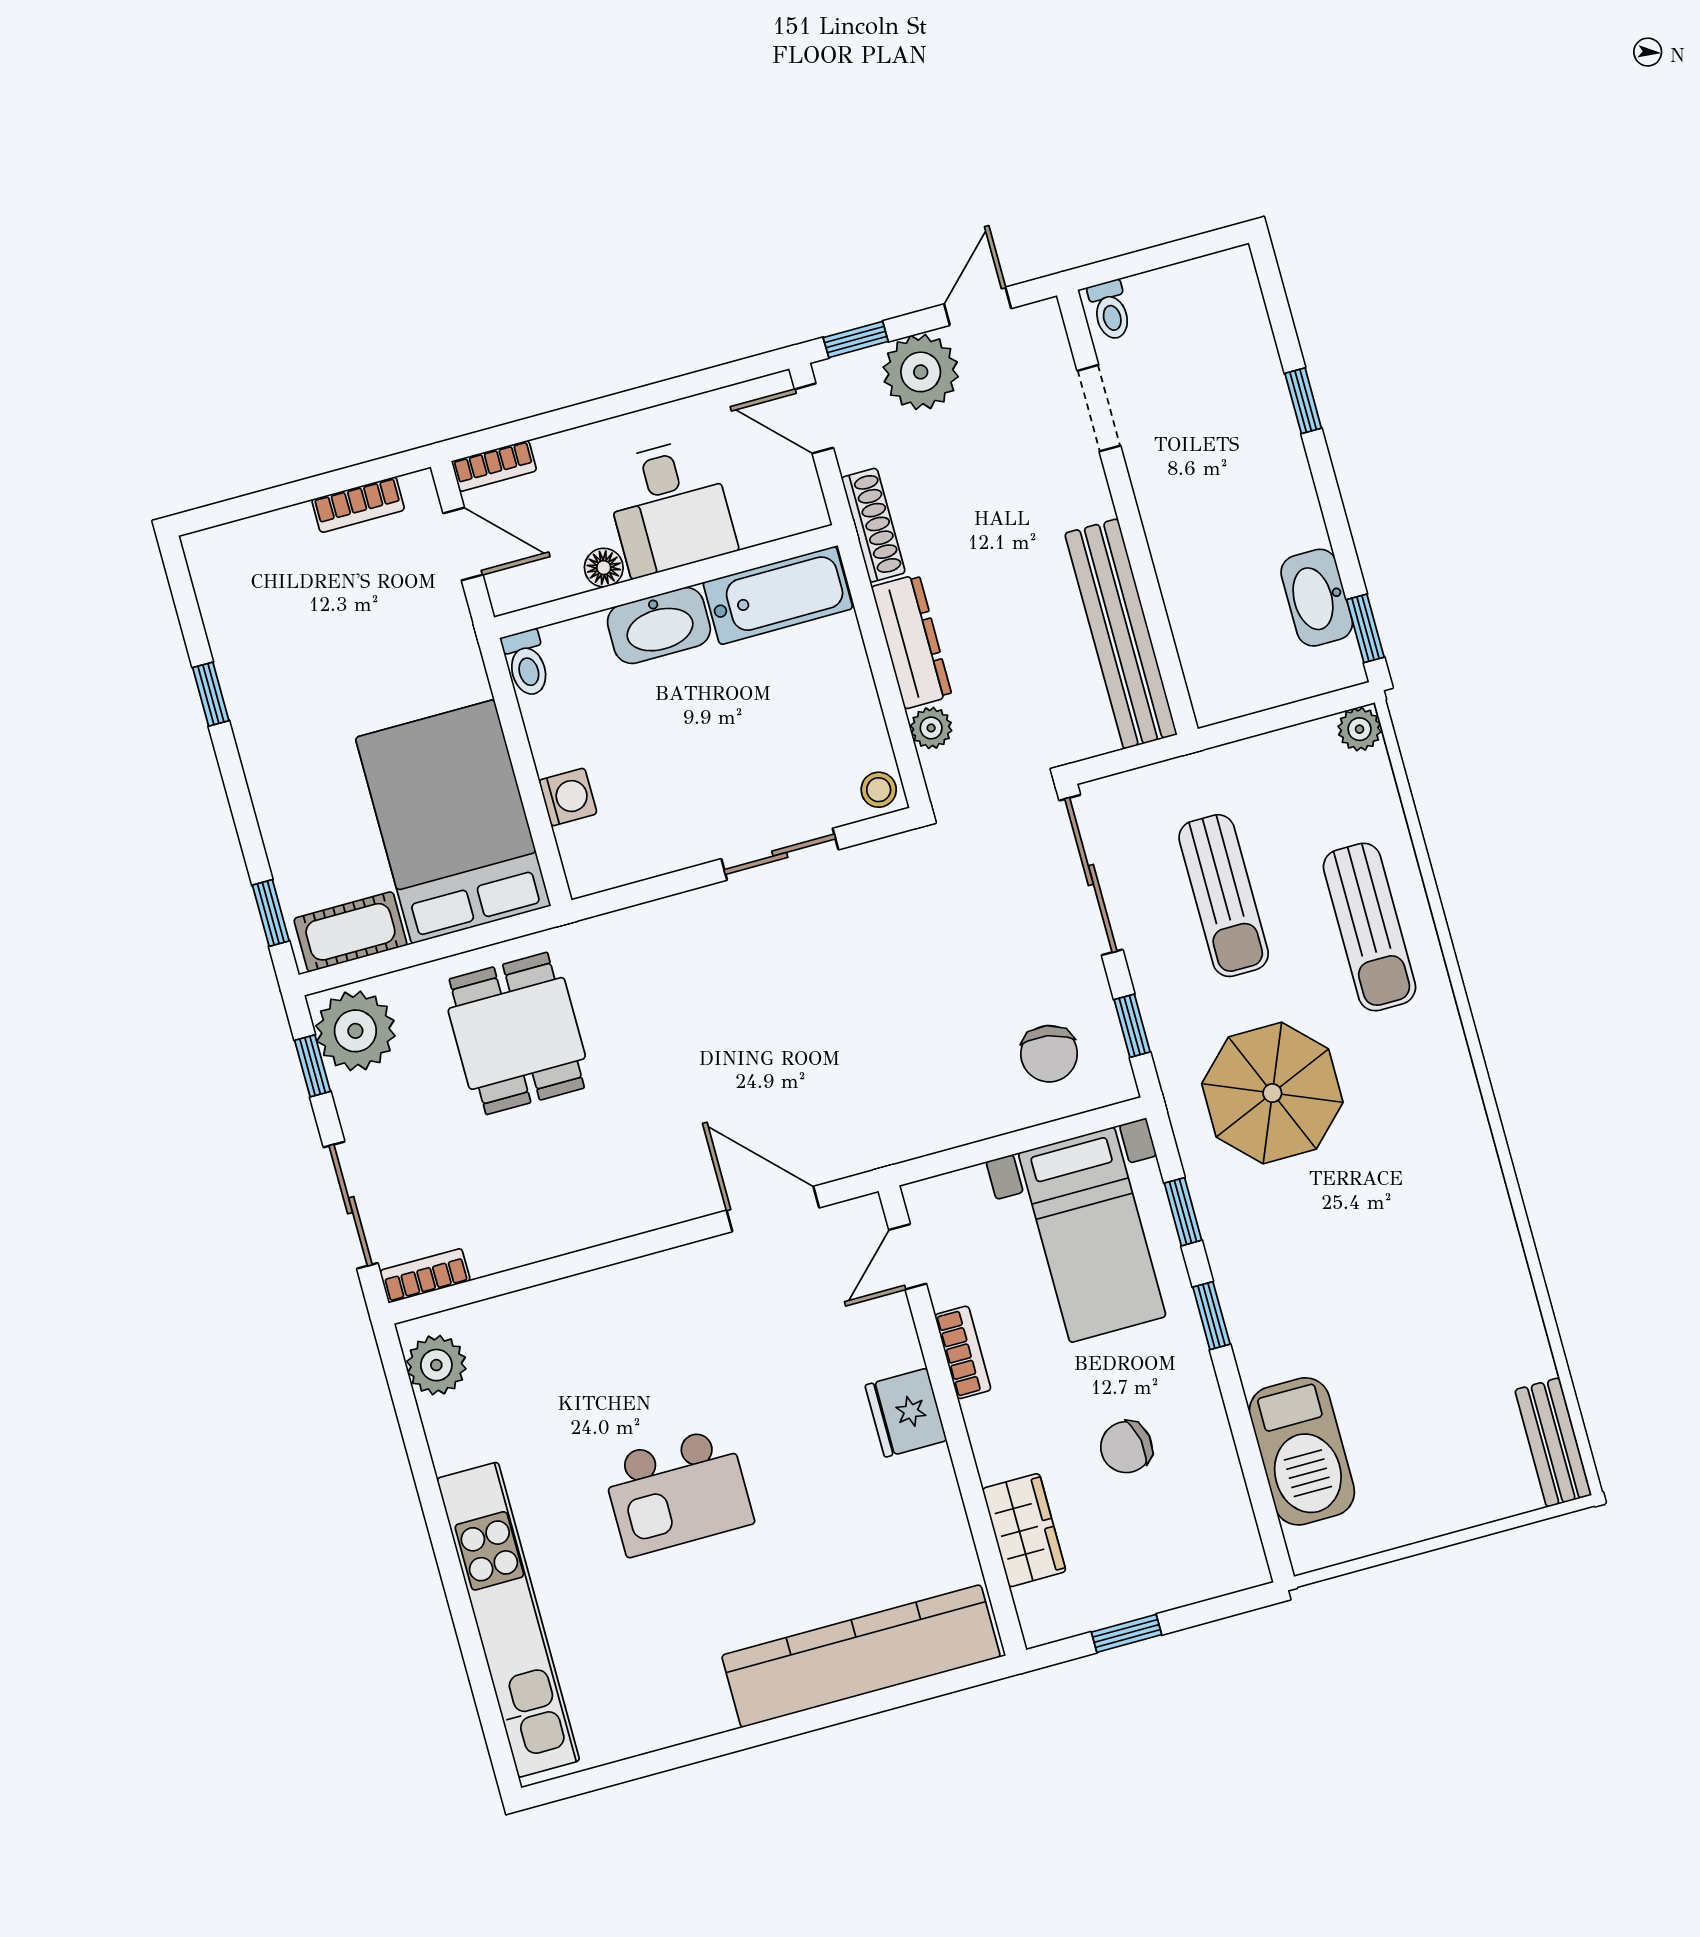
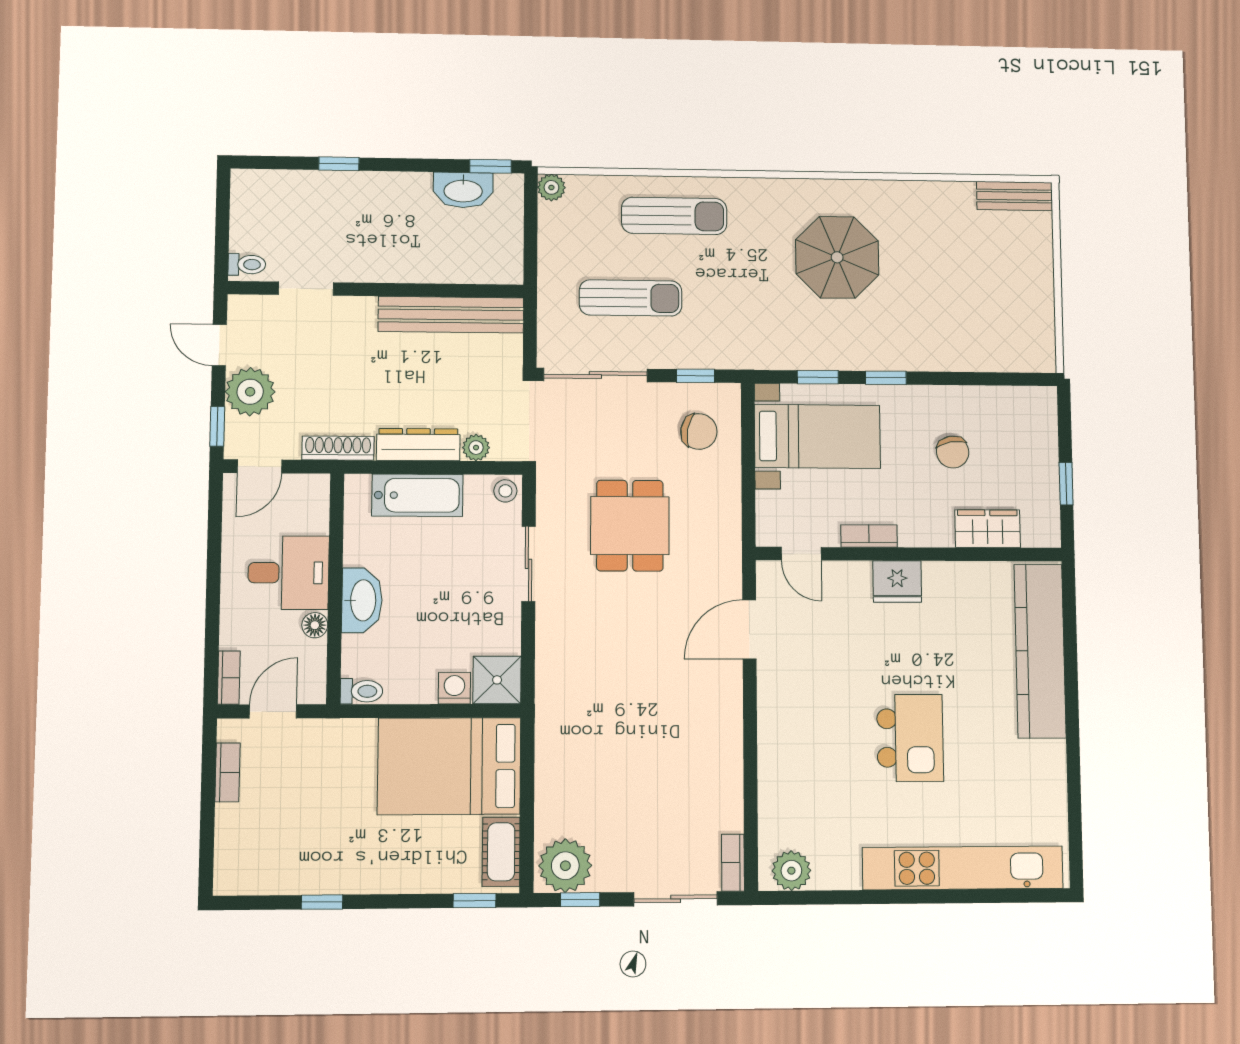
bathtub: (778, 595) -> (417, 495), moved, turned 90
shower: (597, 856) -> (497, 680), added
dining table: (517, 1033) -> (630, 526), moved, turned 90
parasol: (1272, 1093) -> (837, 257), moved
barbecue: (1302, 1451) -> (982, 347), removed

